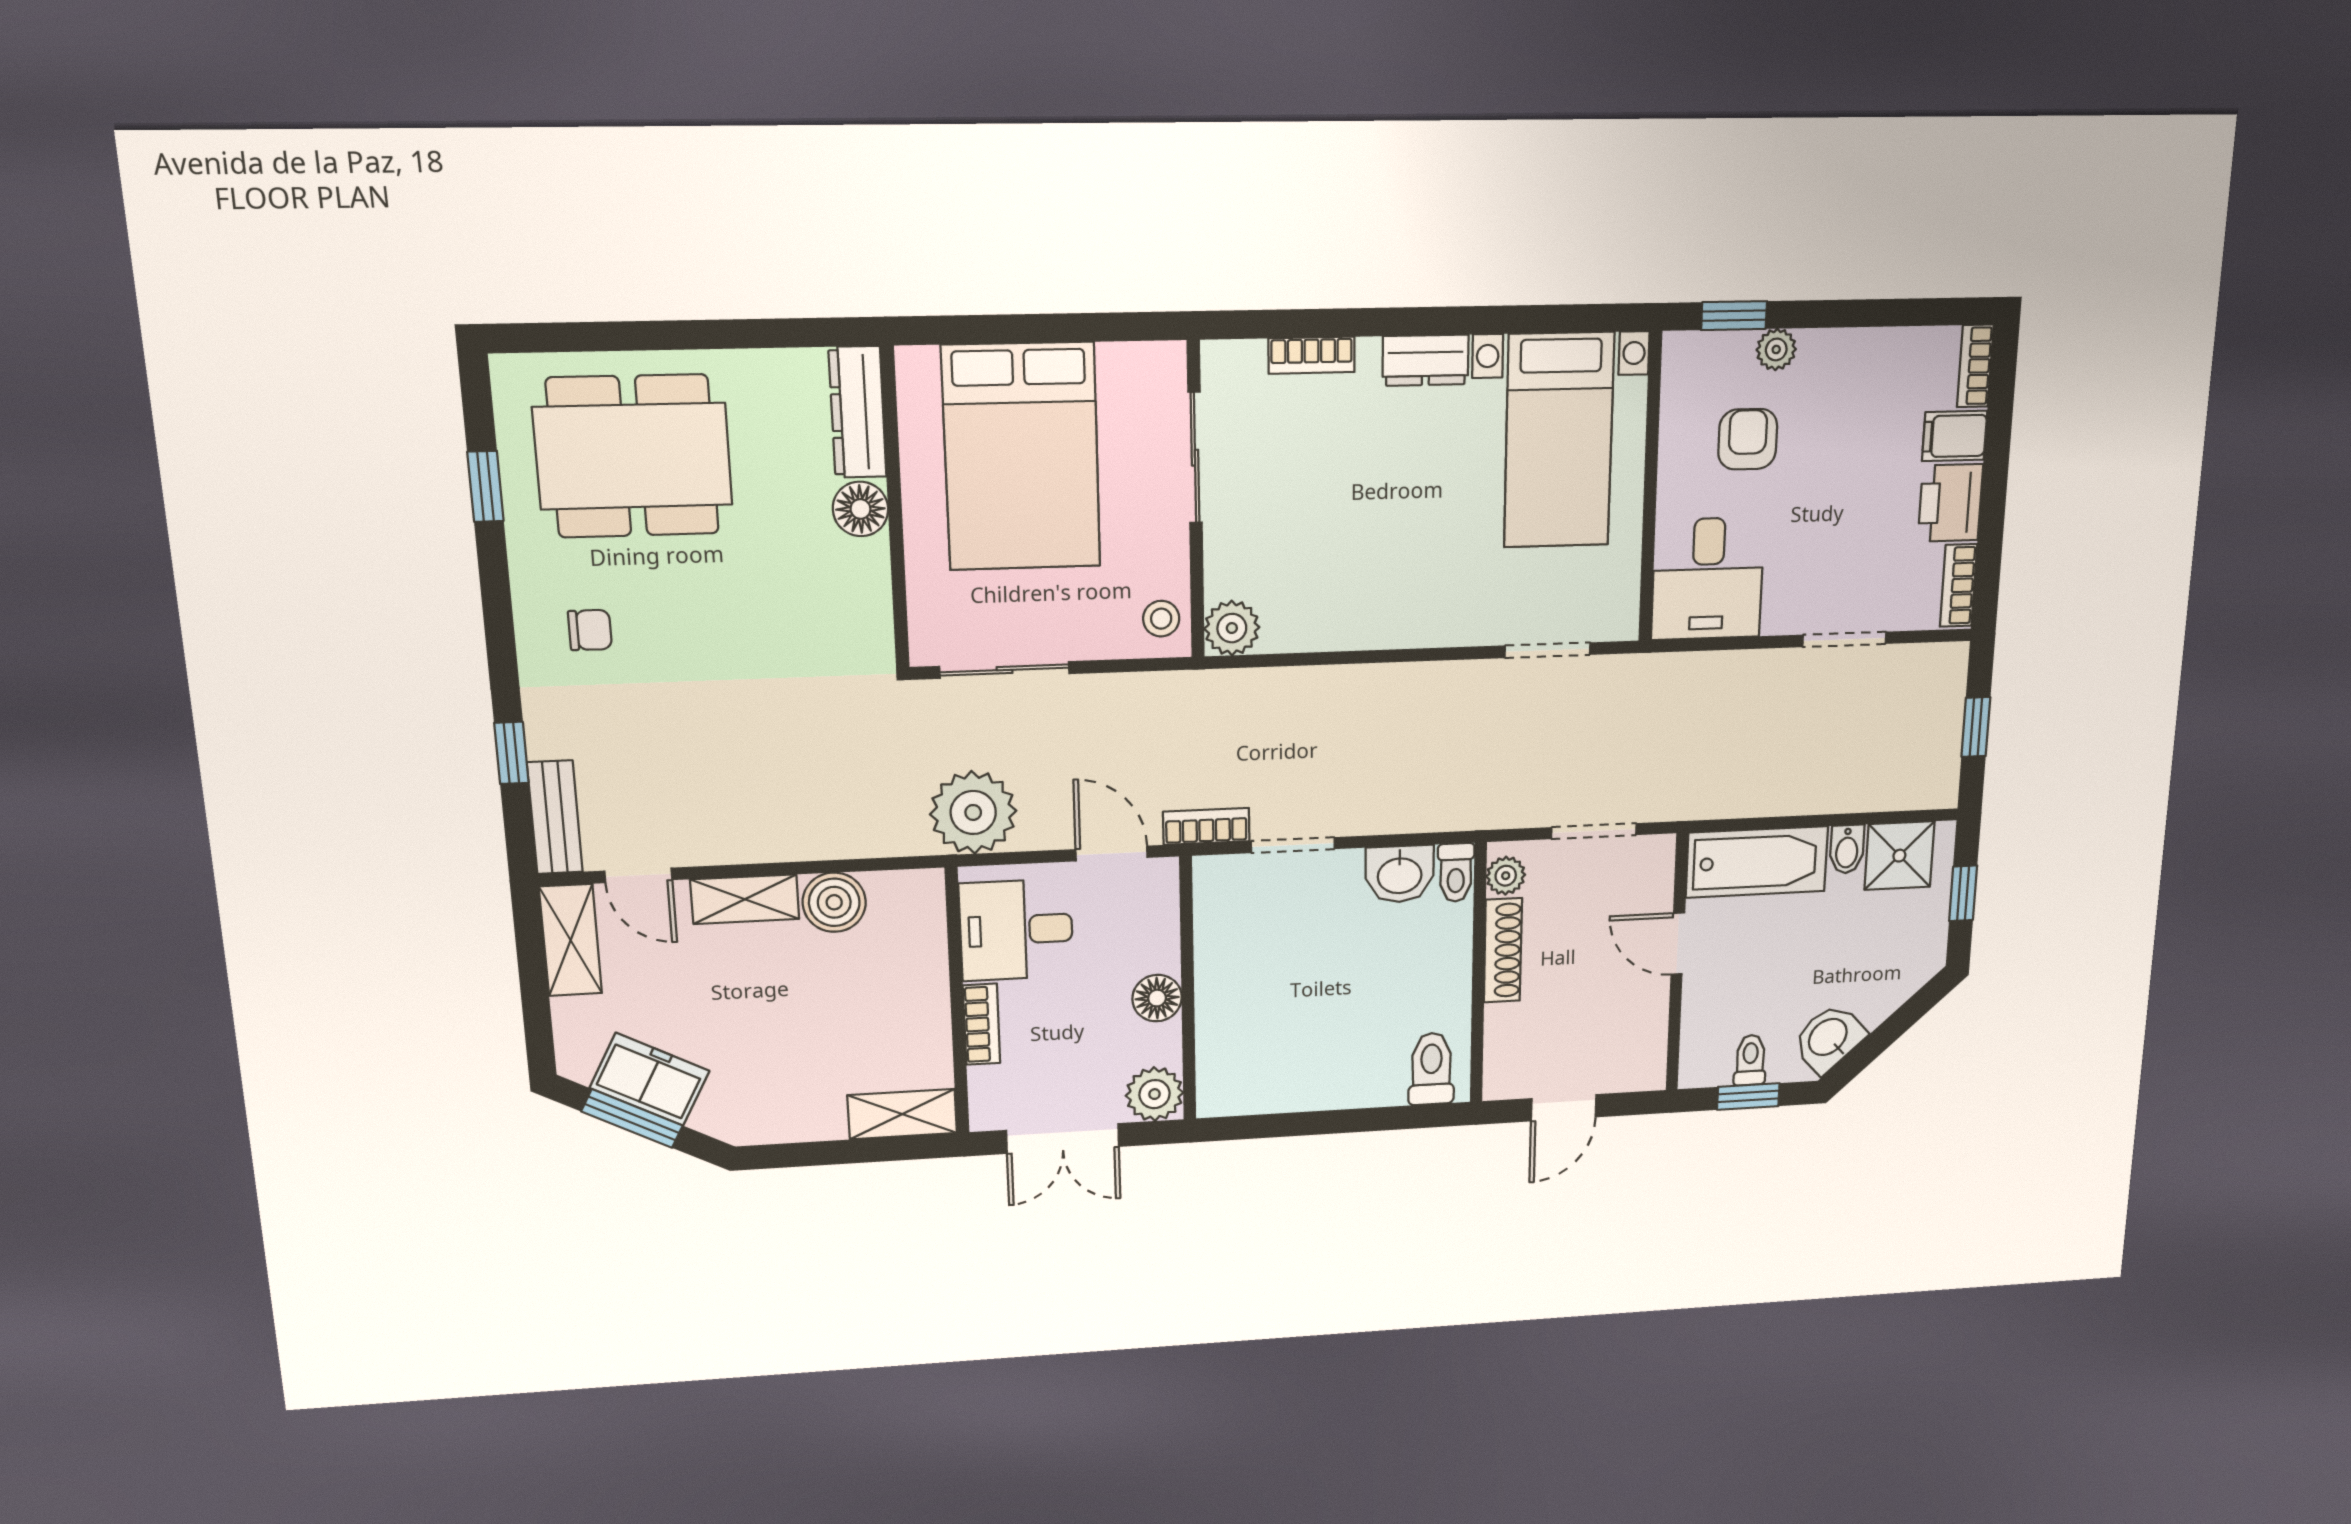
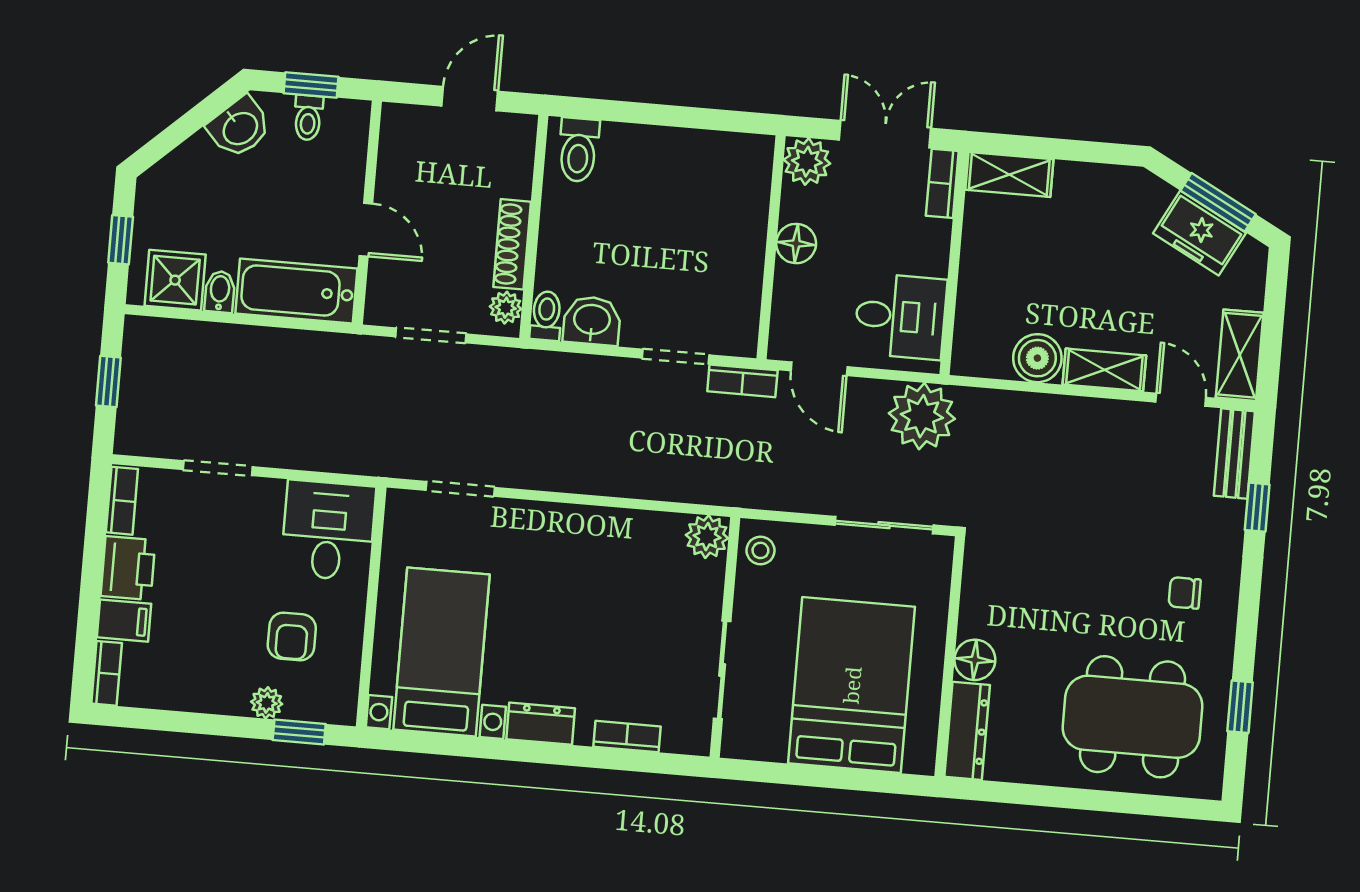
bookcase: (982, 1024) -> (942, 183), moved

